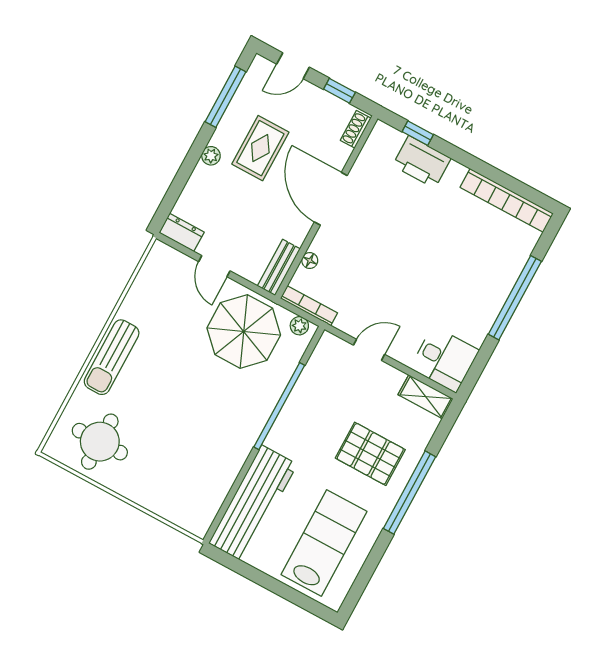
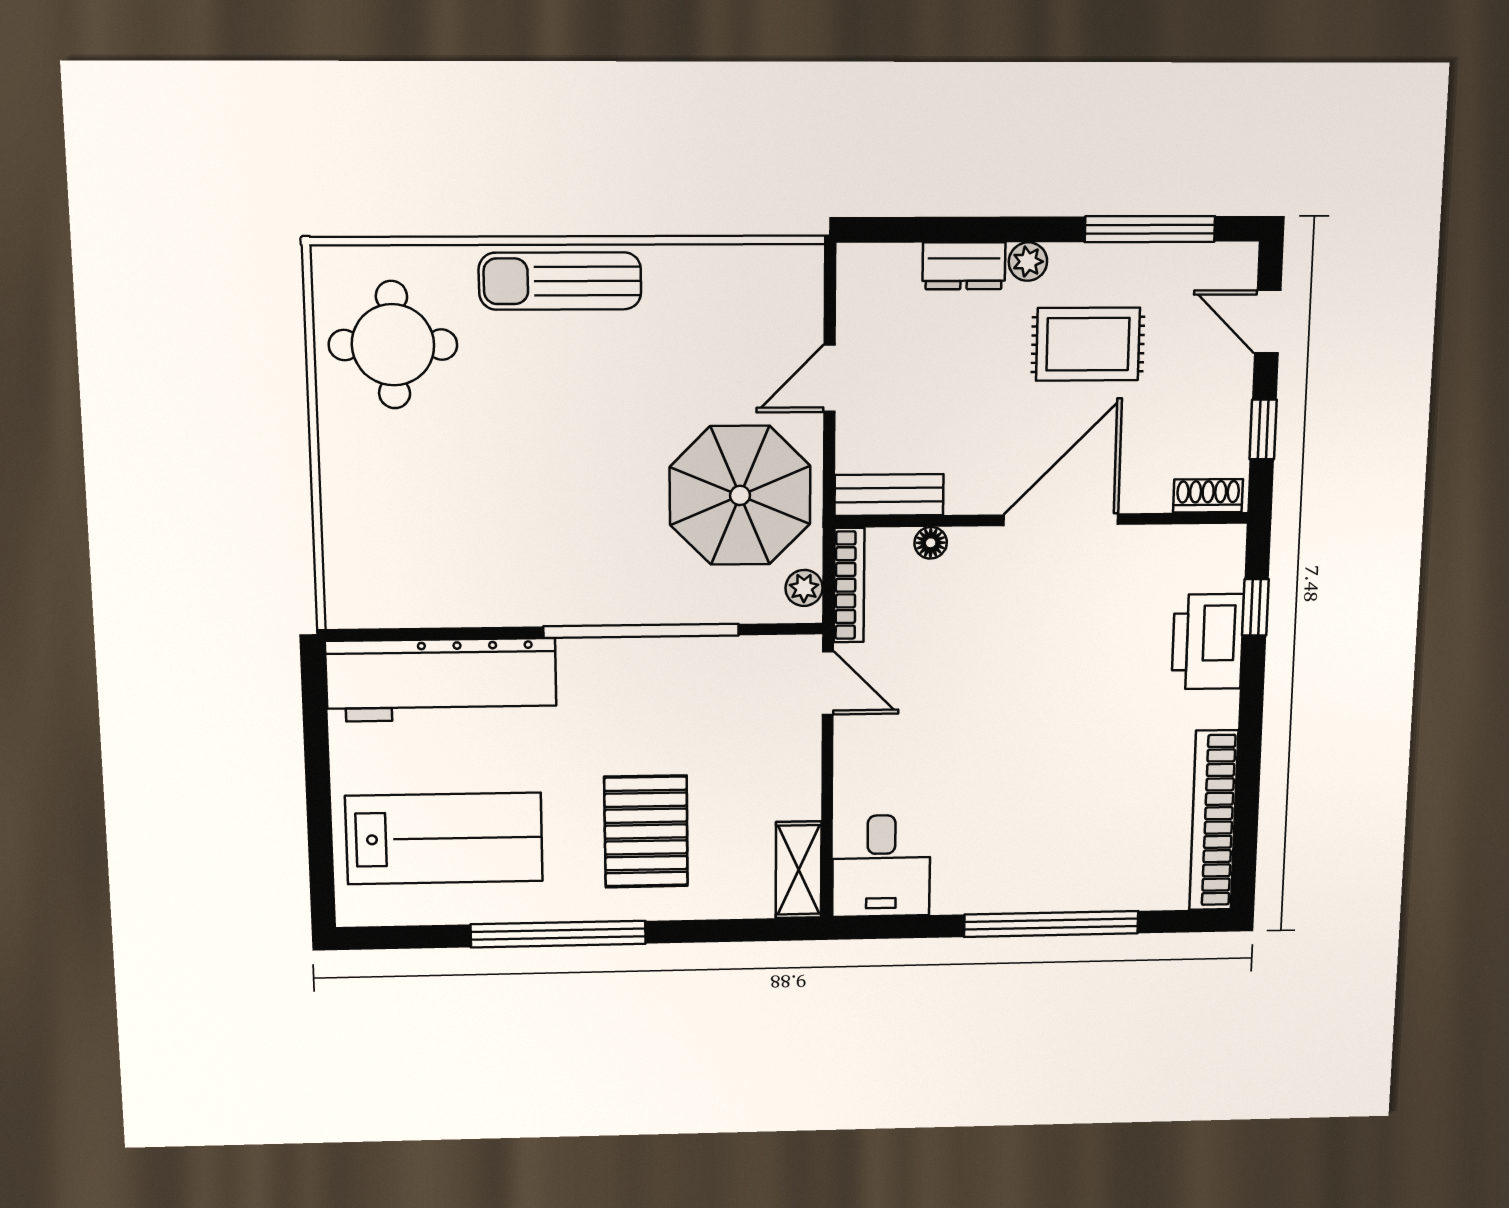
dresser: (182, 232) -> (964, 266), moved, turned 90
door: (369, 350) -> (828, 683), moved
window: (410, 493) -> (558, 934), moved

